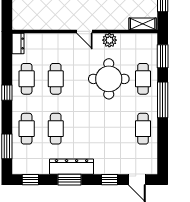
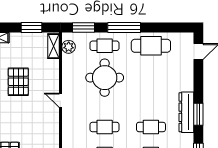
door: (84, 31) -> (60, 100), swing flipped
plant: (109, 40) -> (69, 47), moved
cafe table: (143, 129) -> (151, 46), width x1.37, depth x1.35
window: (109, 180) -> (198, 77), removed

